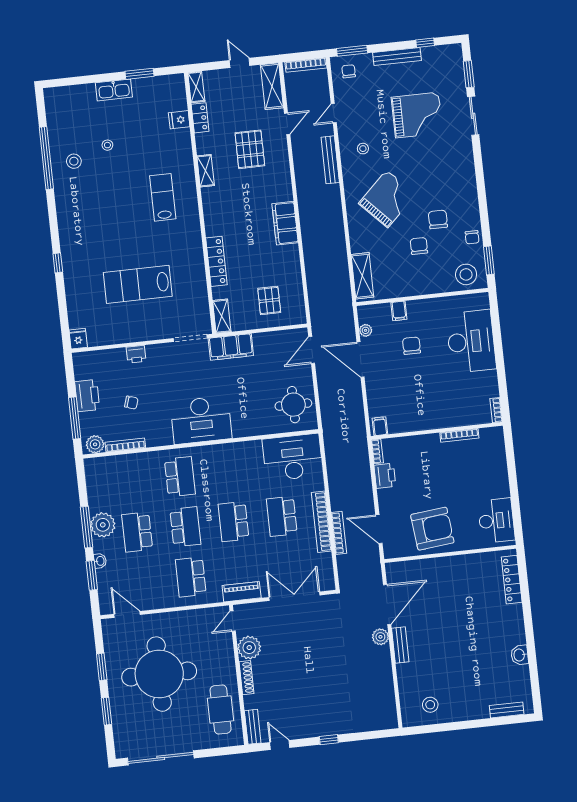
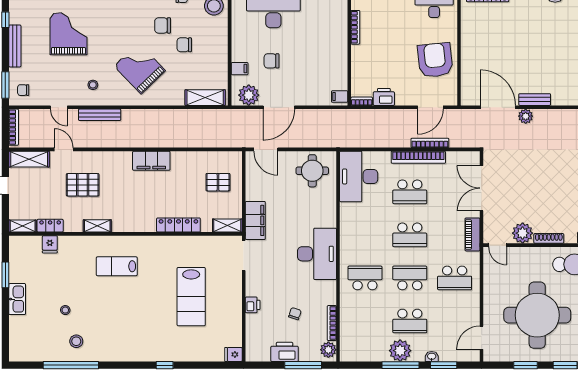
plant: (366, 330) -> (249, 95), width x1.88, depth x1.88

